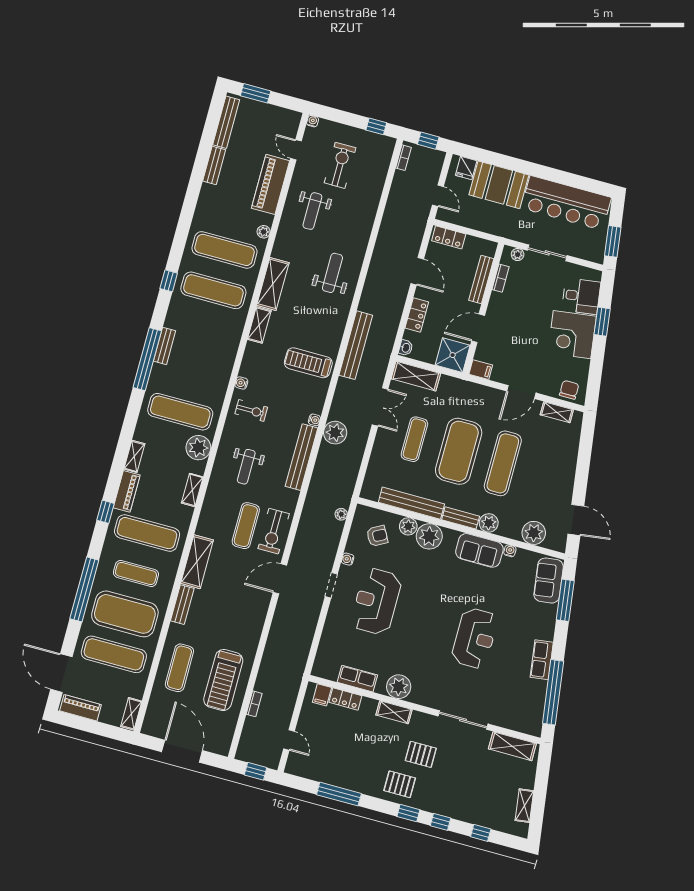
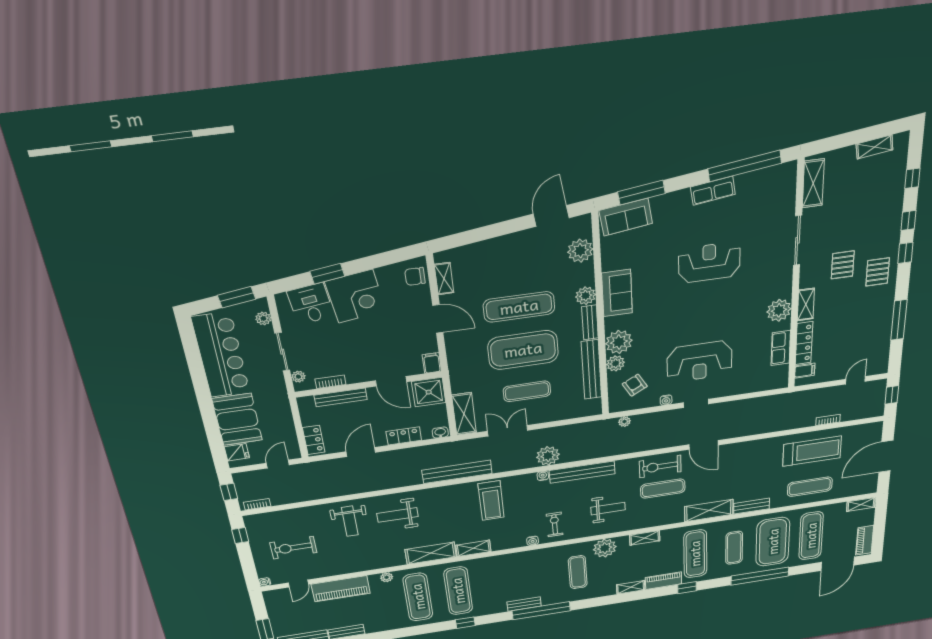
weight bench: (312, 211) -> (350, 521), moved, turned 90
plant: (584, 253) -> (263, 318), added
exercise mat: (180, 412) -> (578, 572), width x0.73, depth x0.69
exercise bike: (274, 531) -> (660, 466), turned 180
water cooler: (510, 551) -> (607, 265), removed
locker: (345, 699) -> (804, 343), width x1.53

